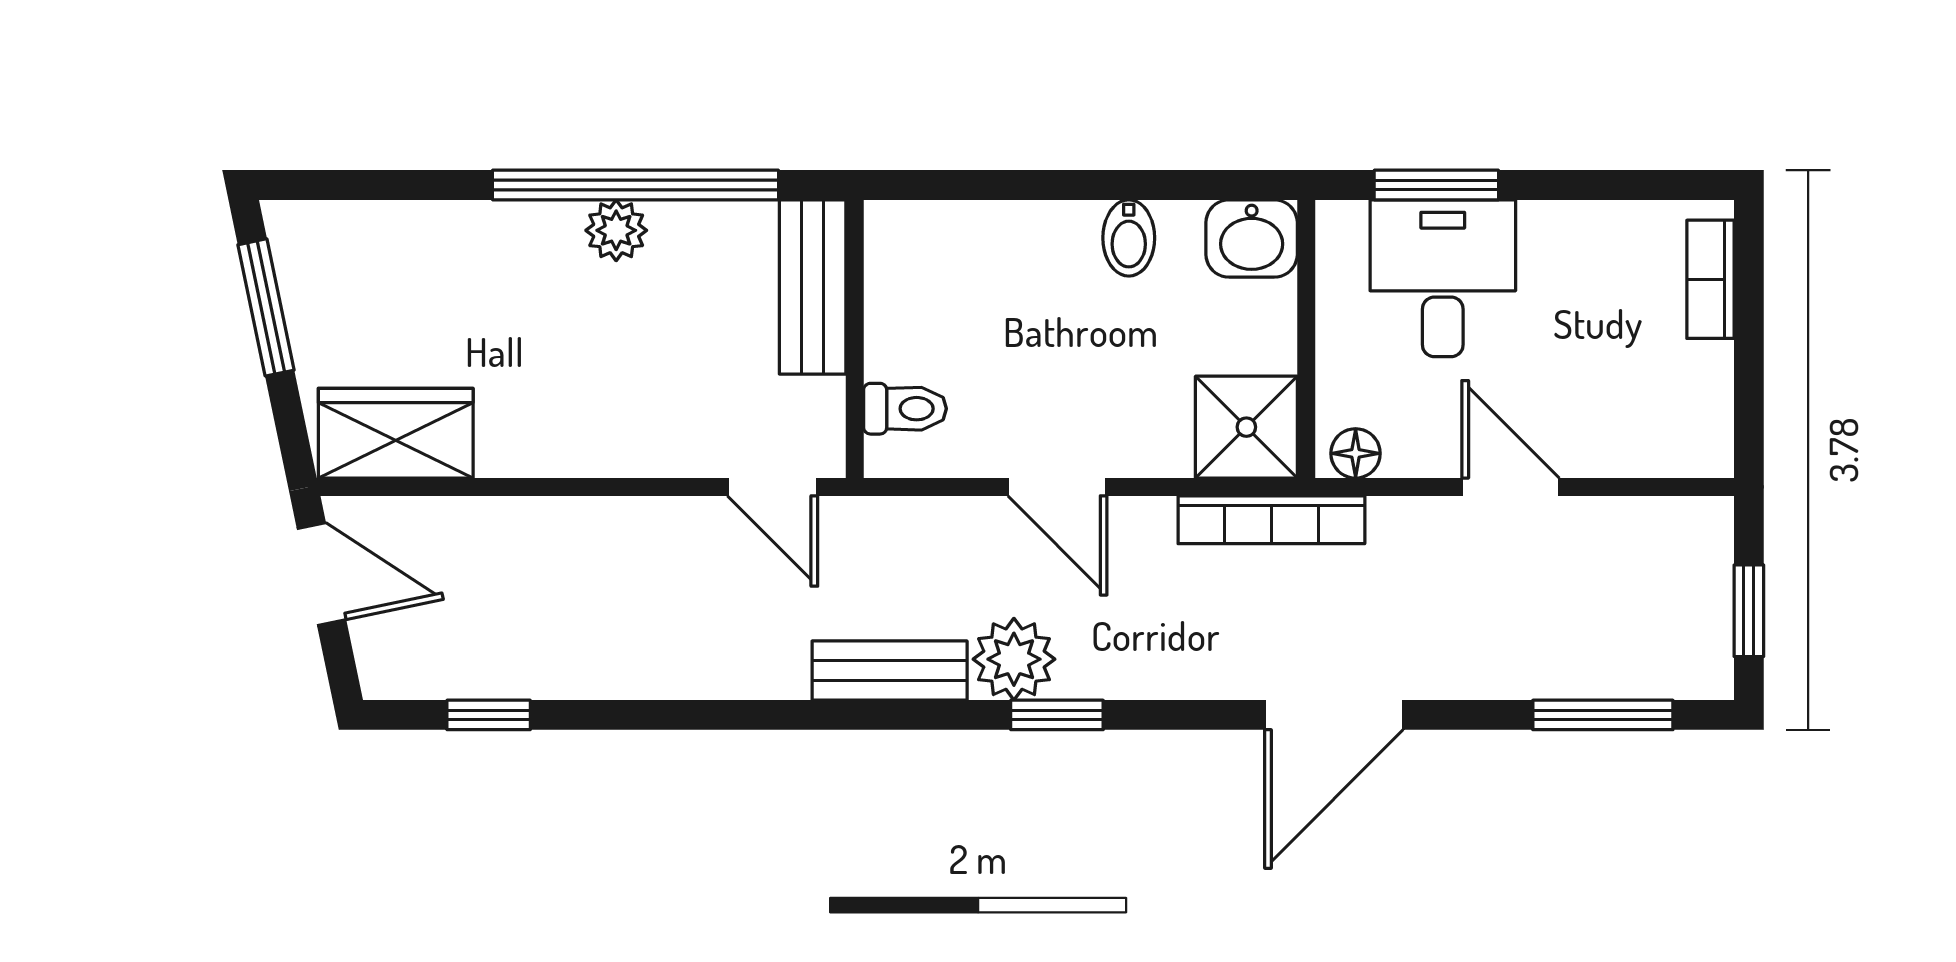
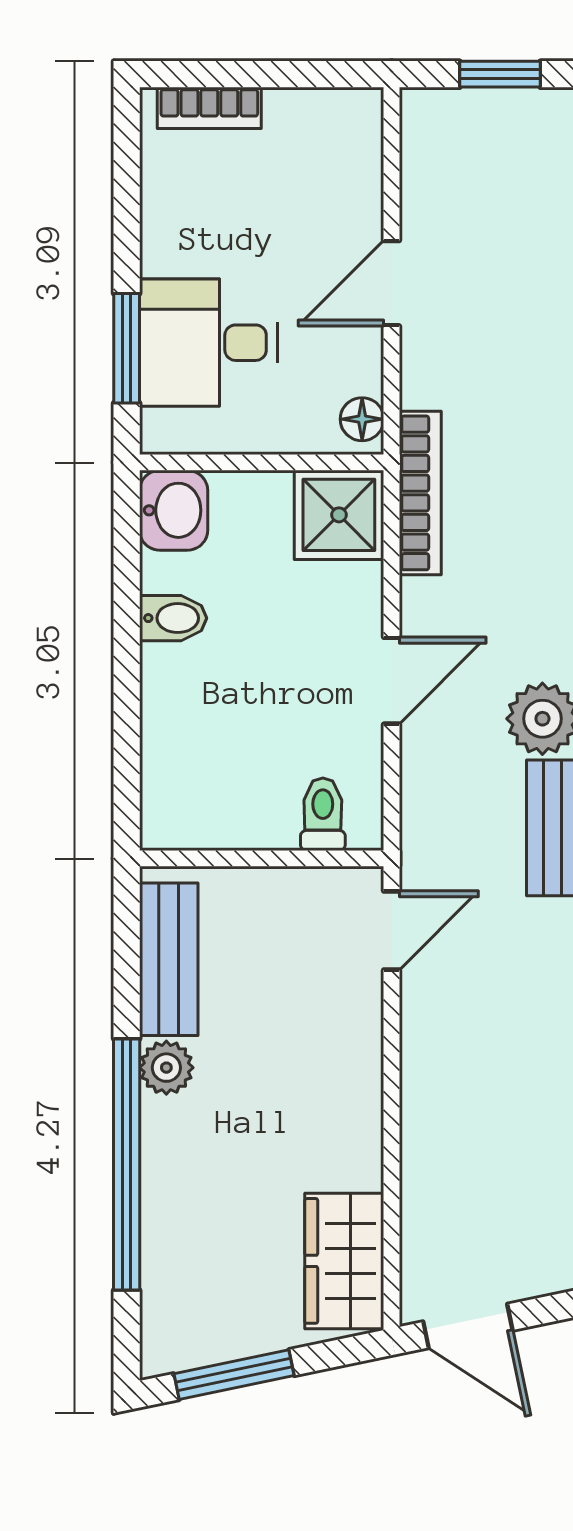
window: (635, 185) -> (127, 1165), moved
bench: (813, 287) -> (169, 959), moved, turned 90
door: (322, 574) -> (468, 1326), swing flipped

